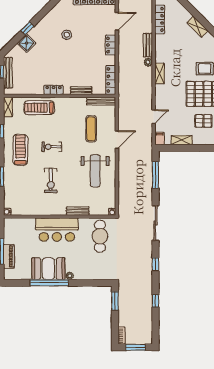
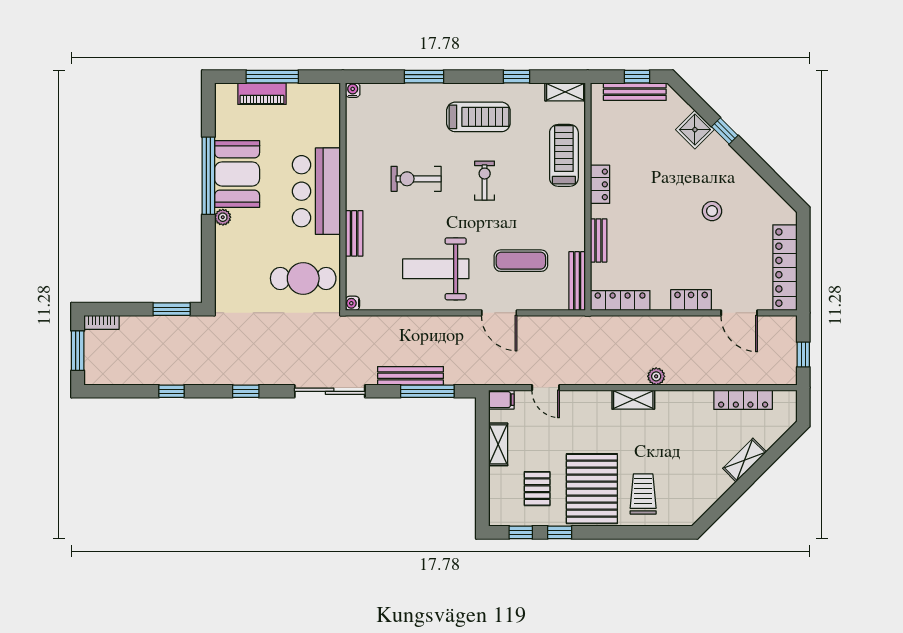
shelving: (197, 27) -> (745, 460), moved
bench: (148, 45) -> (411, 376), moved, width x1.36

